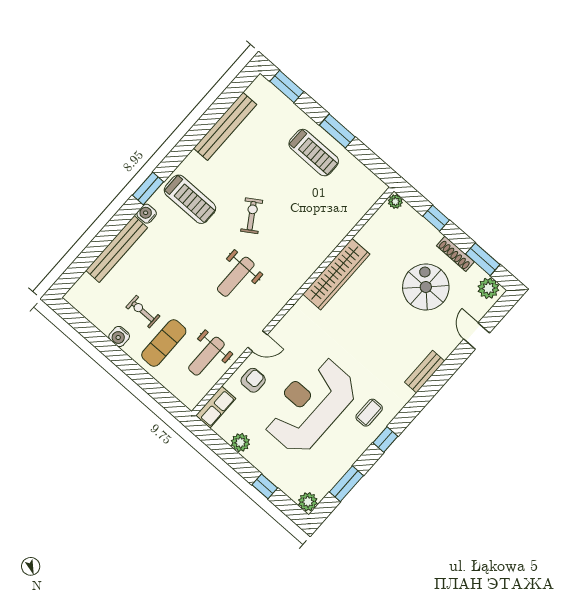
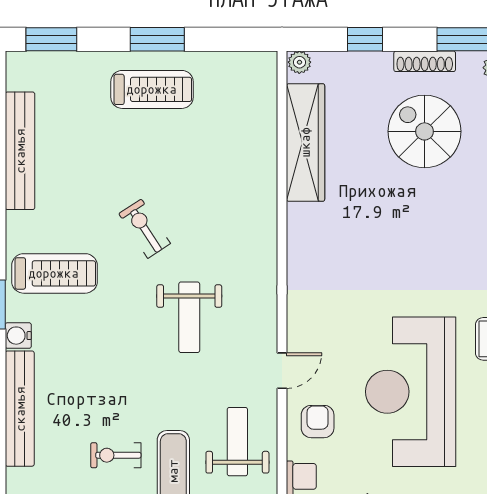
wardrobe: (336, 274) -> (305, 142), moved
weight bench: (206, 356) -> (237, 442), turned 180

